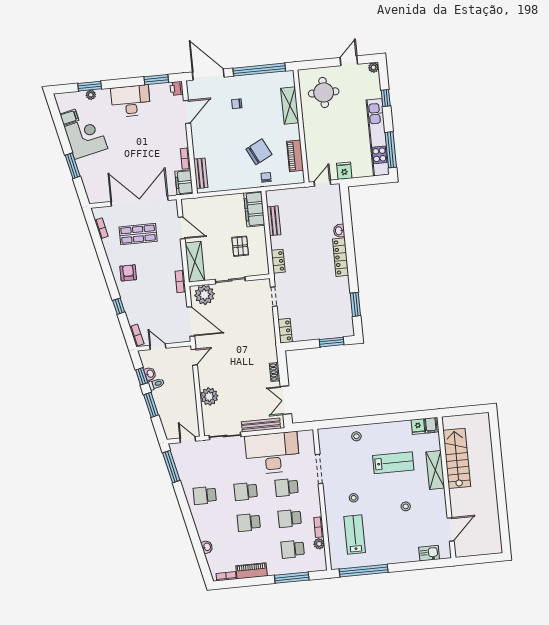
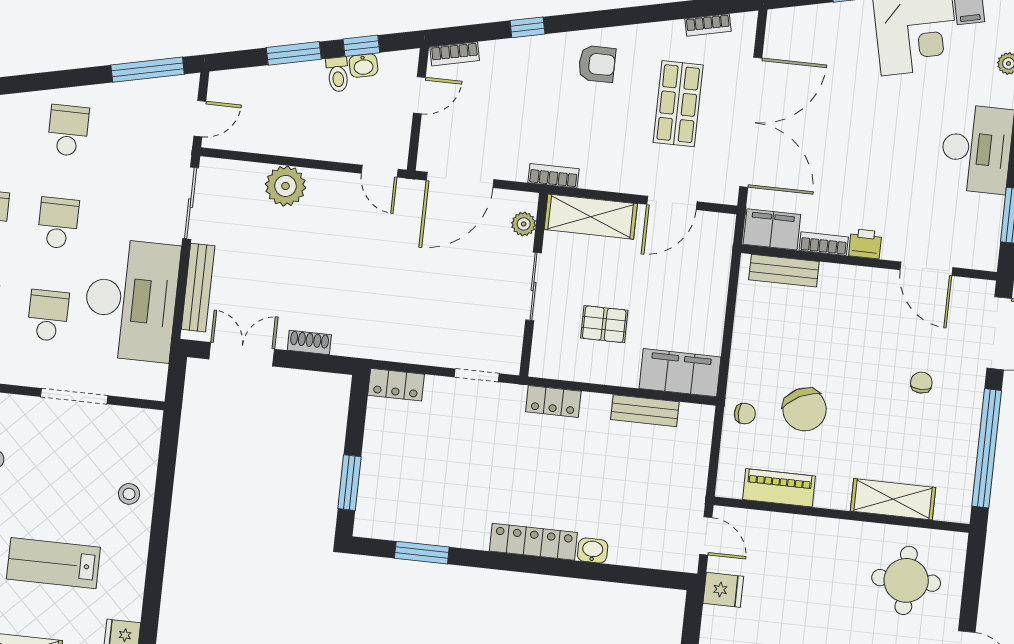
printer: (177, 88) -> (865, 244), moved
plant: (205, 295) -> (524, 224), width x0.53, depth x0.53
lab bench: (393, 463) -> (53, 563), turned 90

